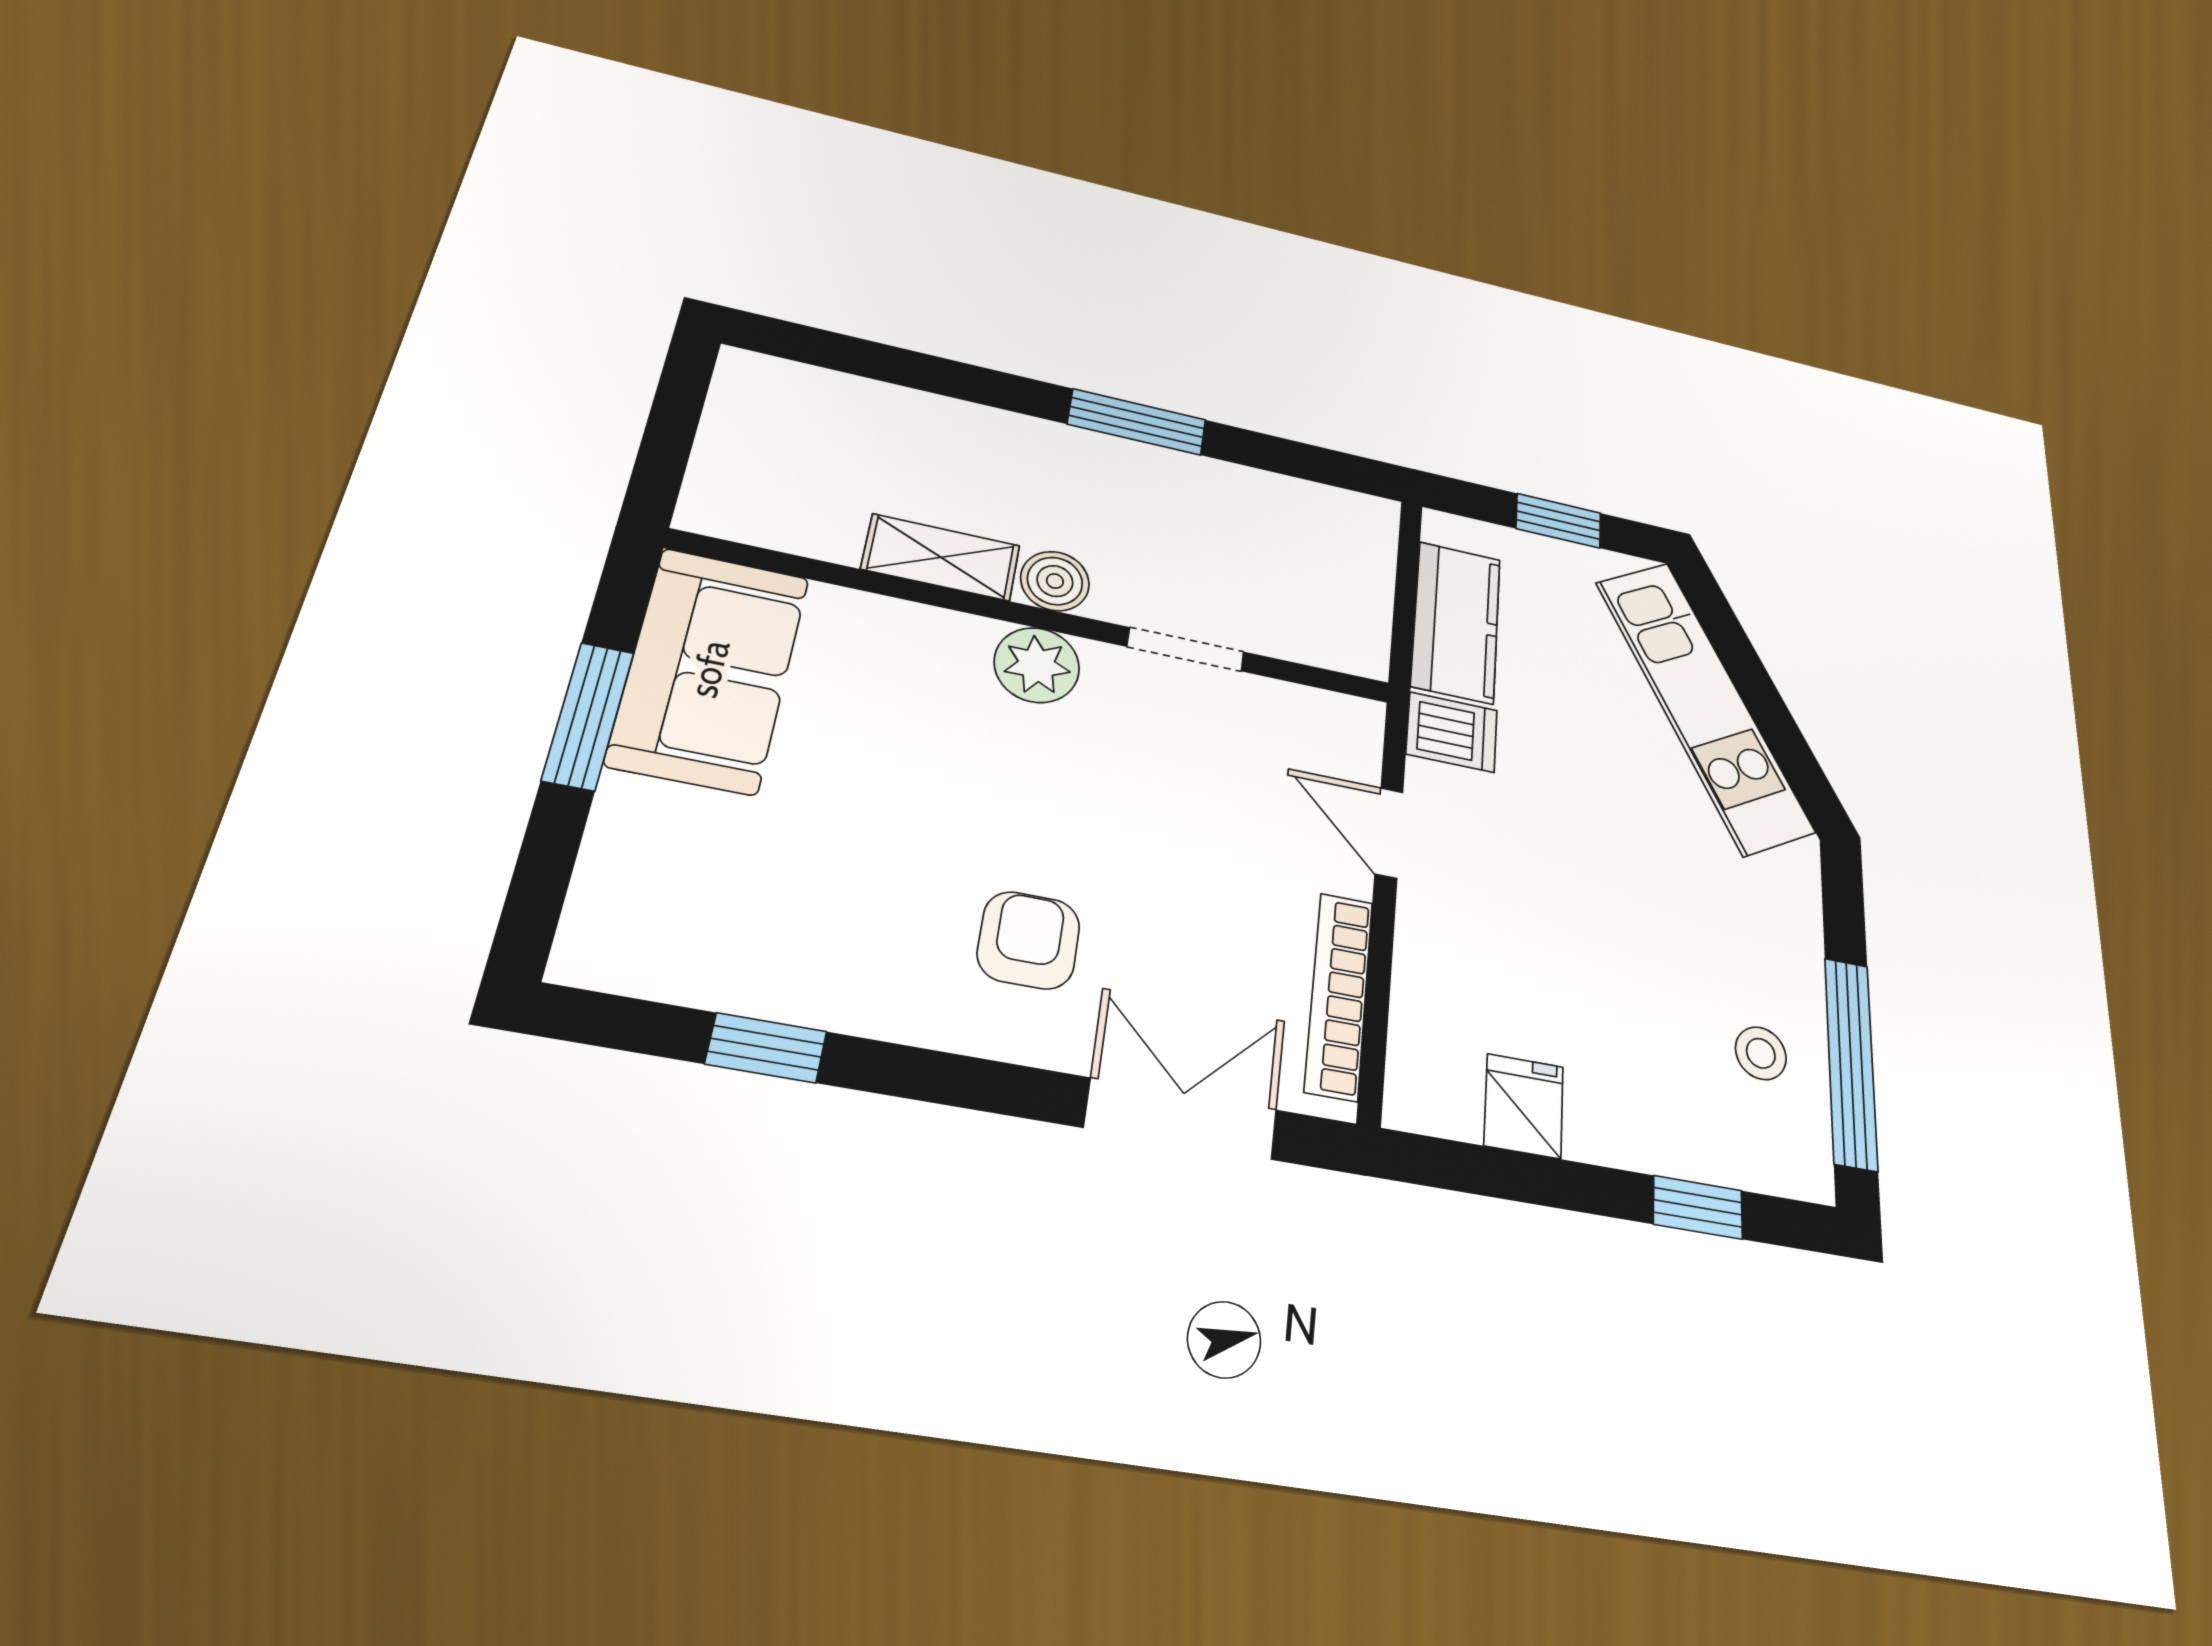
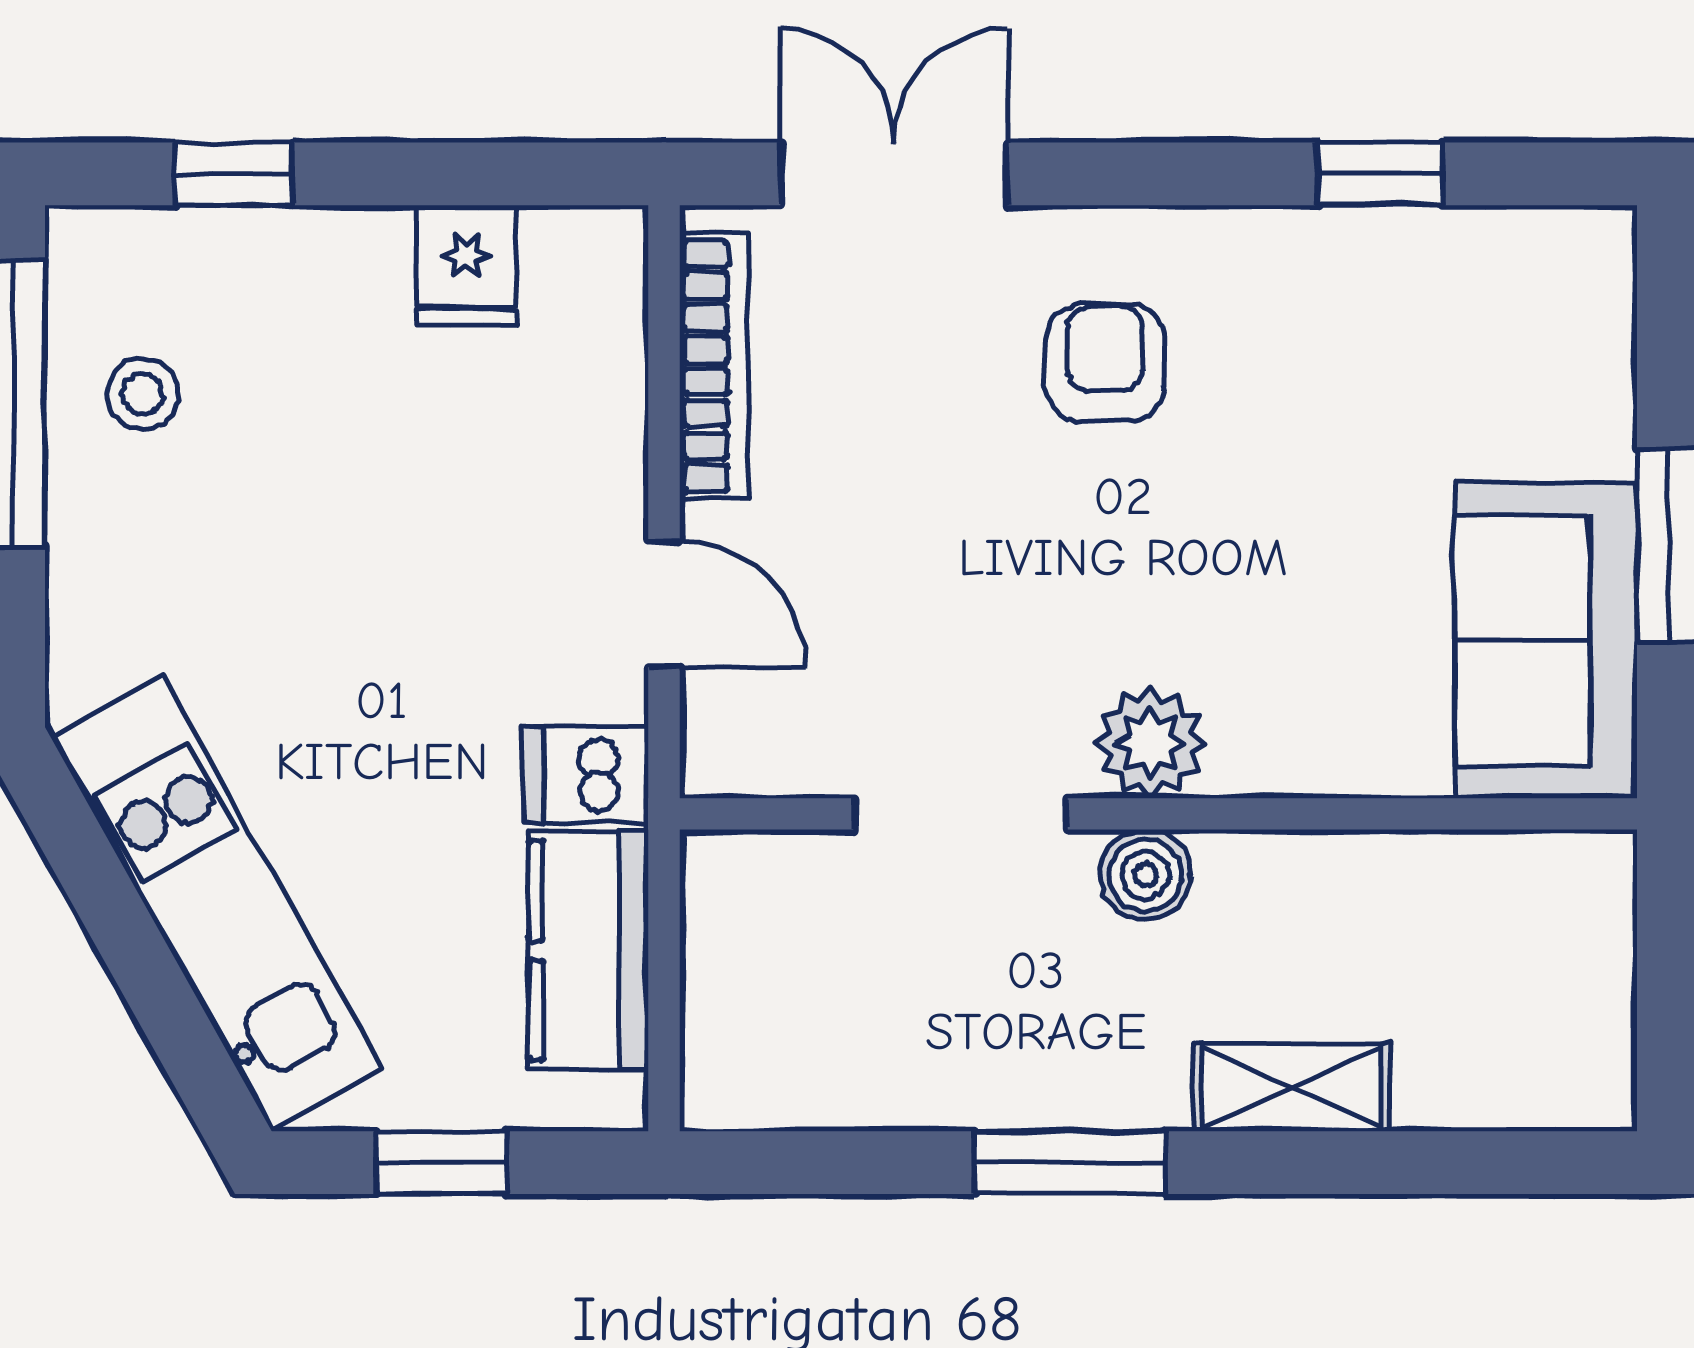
shelving: (941, 557) -> (1291, 1087), moved
doorway: (1186, 649) -> (961, 814), width x1.38
armchair: (1029, 940) -> (1105, 363), turned 180
double door: (1181, 1119) -> (894, 174), swing flipped

